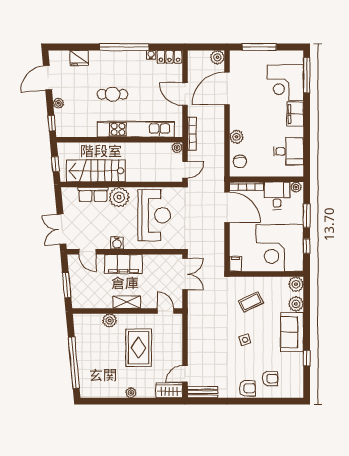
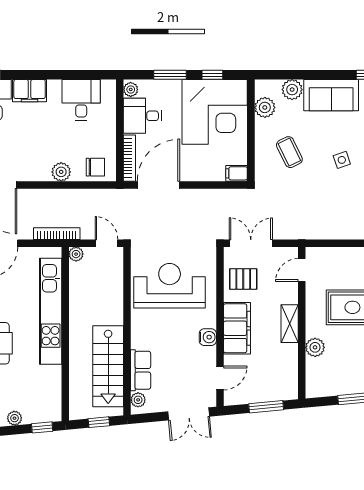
plant: (119, 197) -> (138, 400), moved, width x0.53, depth x0.53
pallet: (159, 269) -> (243, 279), added
plant: (296, 284) -> (265, 107), moved

